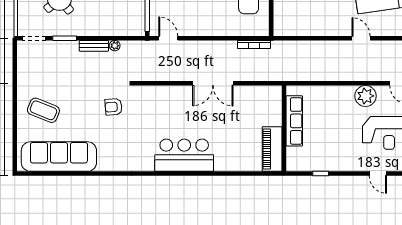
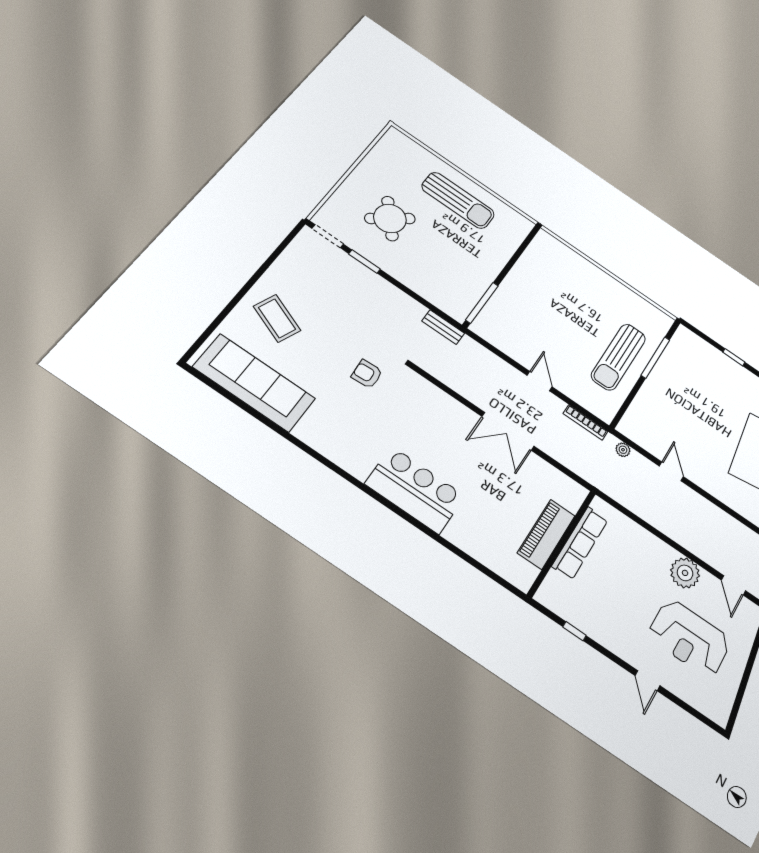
door: (168, 38) -> (540, 381), moved
door: (361, 38) -> (671, 471), moved
bench: (94, 46) -> (443, 327), moved
plant: (115, 46) -> (623, 450), moved
piano: (272, 149) -> (546, 534), moved

